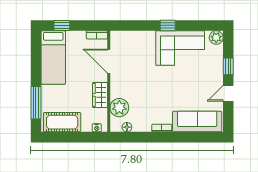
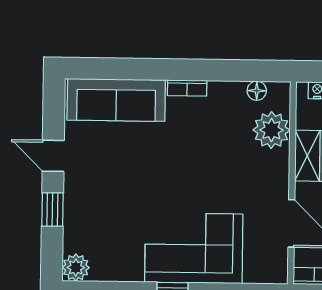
corner sofa: (180, 48) -> (194, 248), moved
door: (228, 93) -> (53, 156), swing flipped

